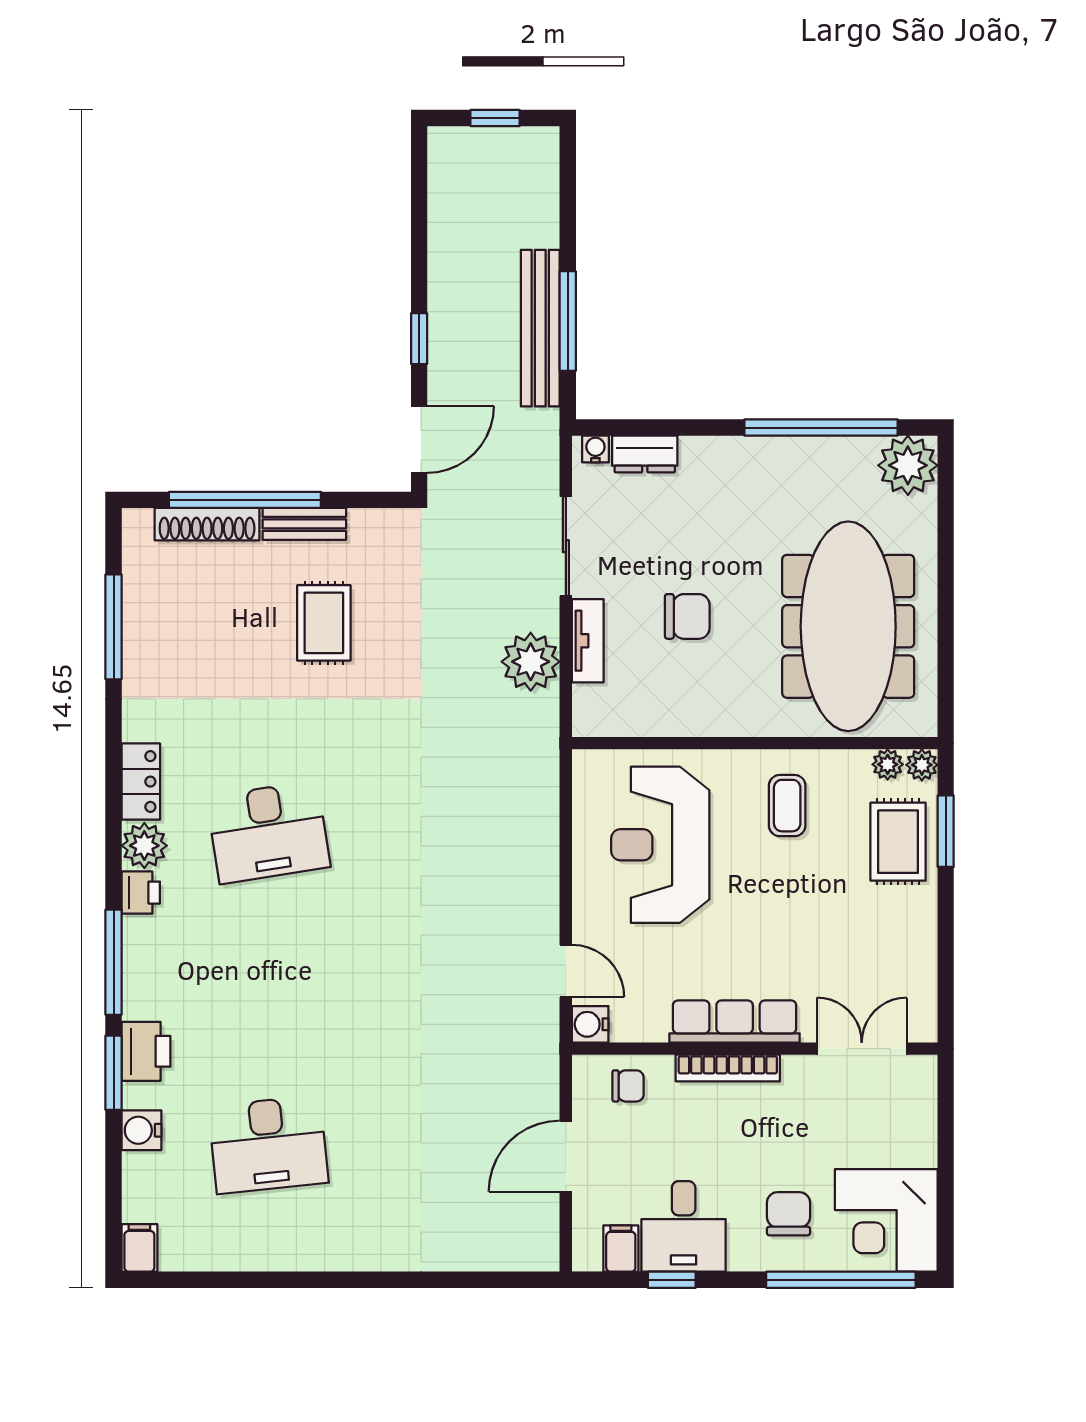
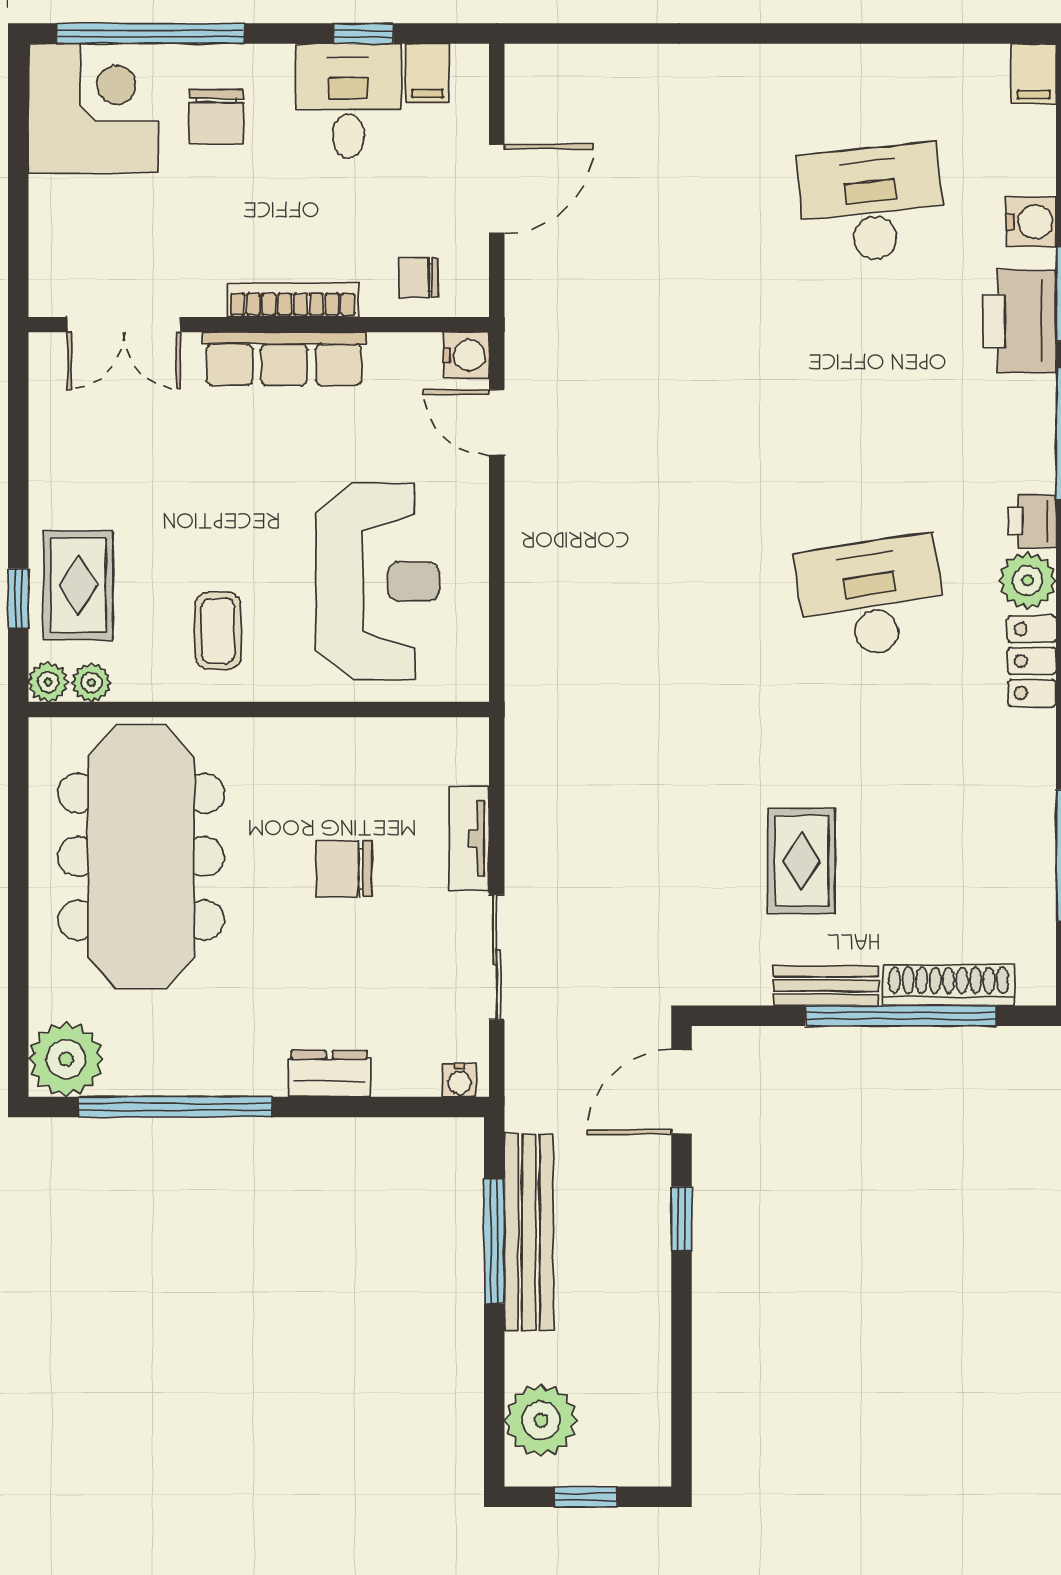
dresser: (645, 454) -> (329, 1074), moved
plant: (531, 662) -> (541, 1420), moved
window: (946, 831) -> (18, 599), width x0.67
printer: (146, 1051) -> (1020, 321), width x1.37, depth x1.19

